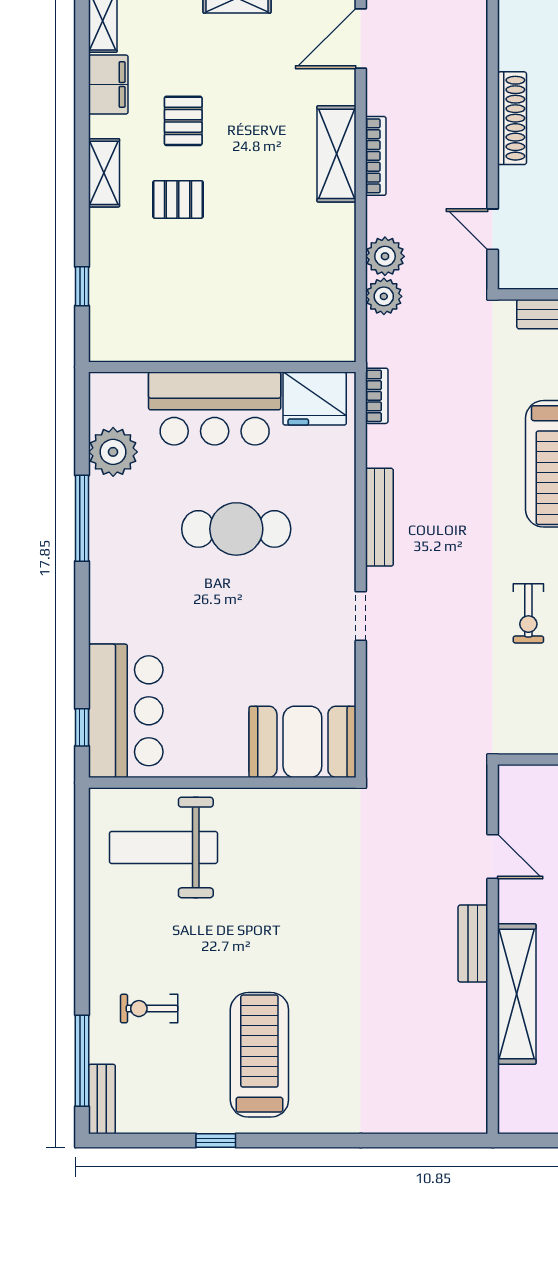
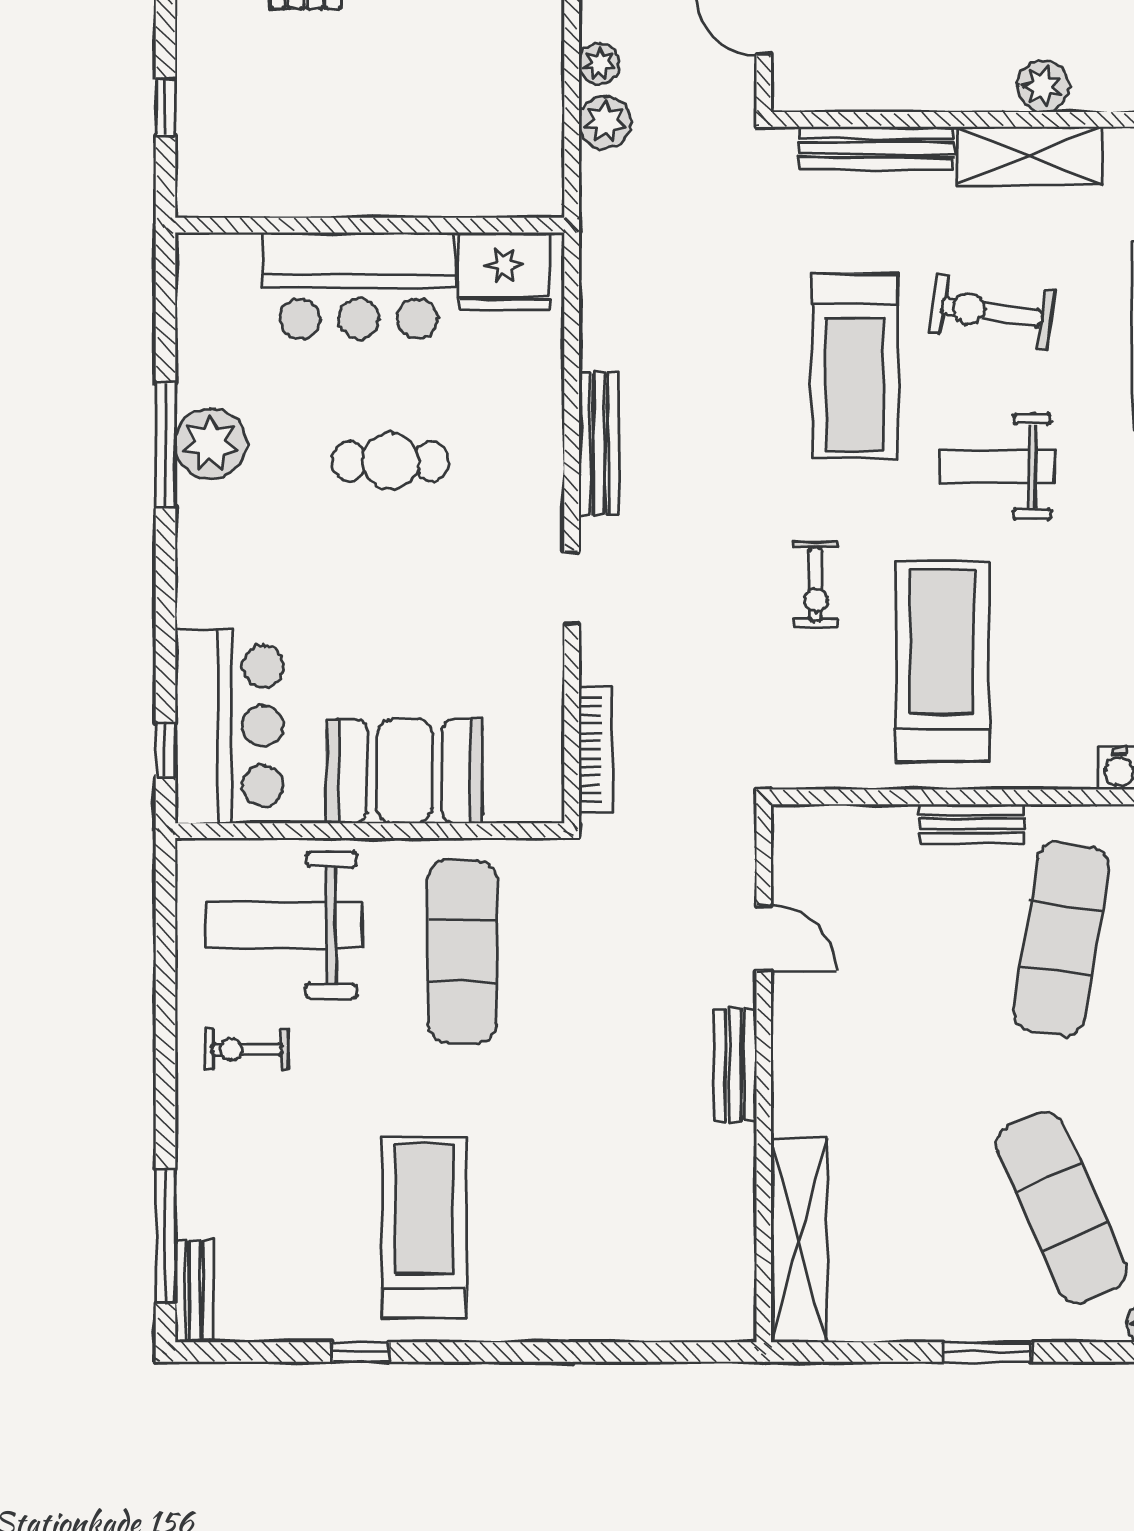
plant: (385, 256) -> (599, 64), width x0.73, depth x0.73
bookcase: (377, 396) -> (595, 749), moved, width x1.56
plant: (113, 452) -> (211, 444), moved
cafe table: (236, 529) -> (390, 461), width x0.73, depth x0.74
booth: (302, 742) -> (405, 771), moved
exercise mat: (286, 865) -> (462, 951), added
shelving: (517, 994) -> (799, 1240), moved
exercise bike: (149, 1009) -> (247, 1050), moved

